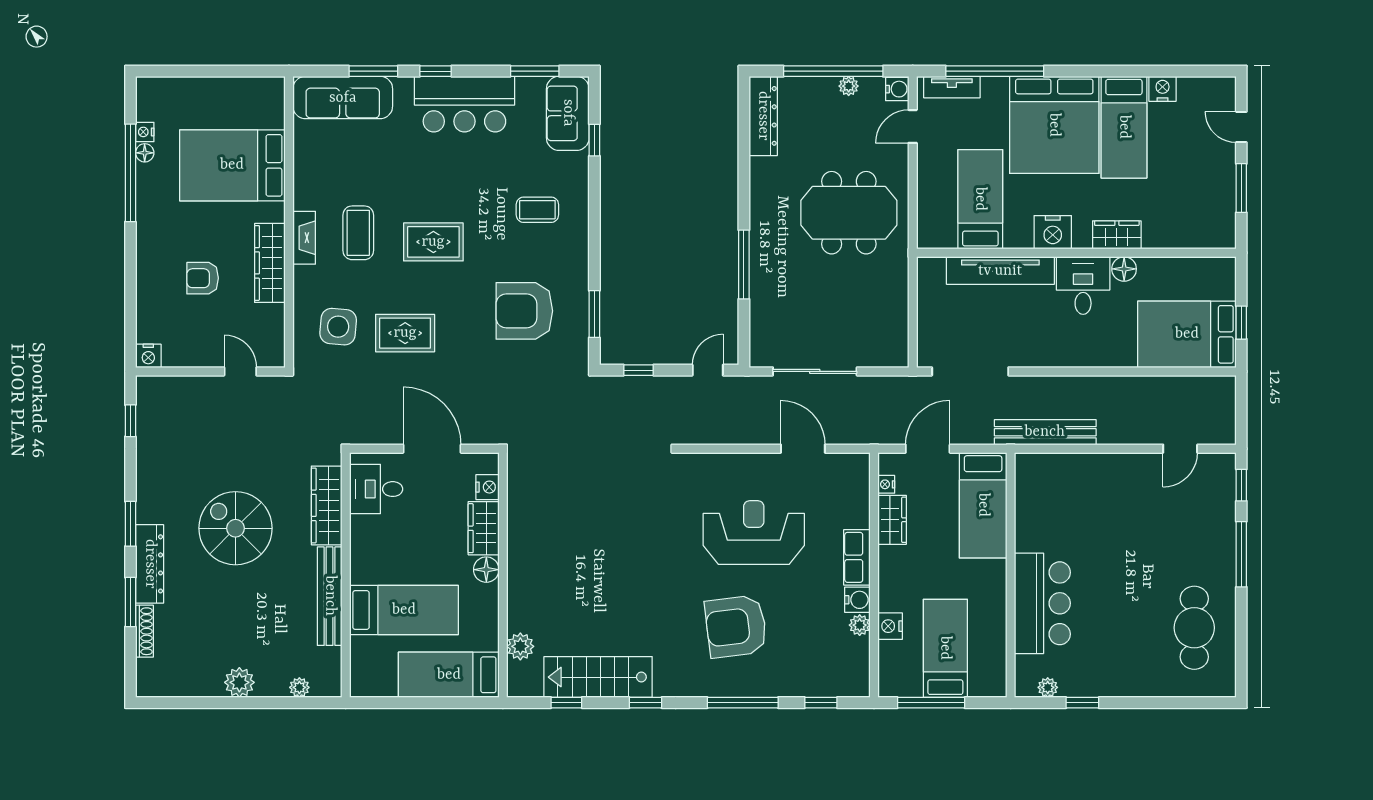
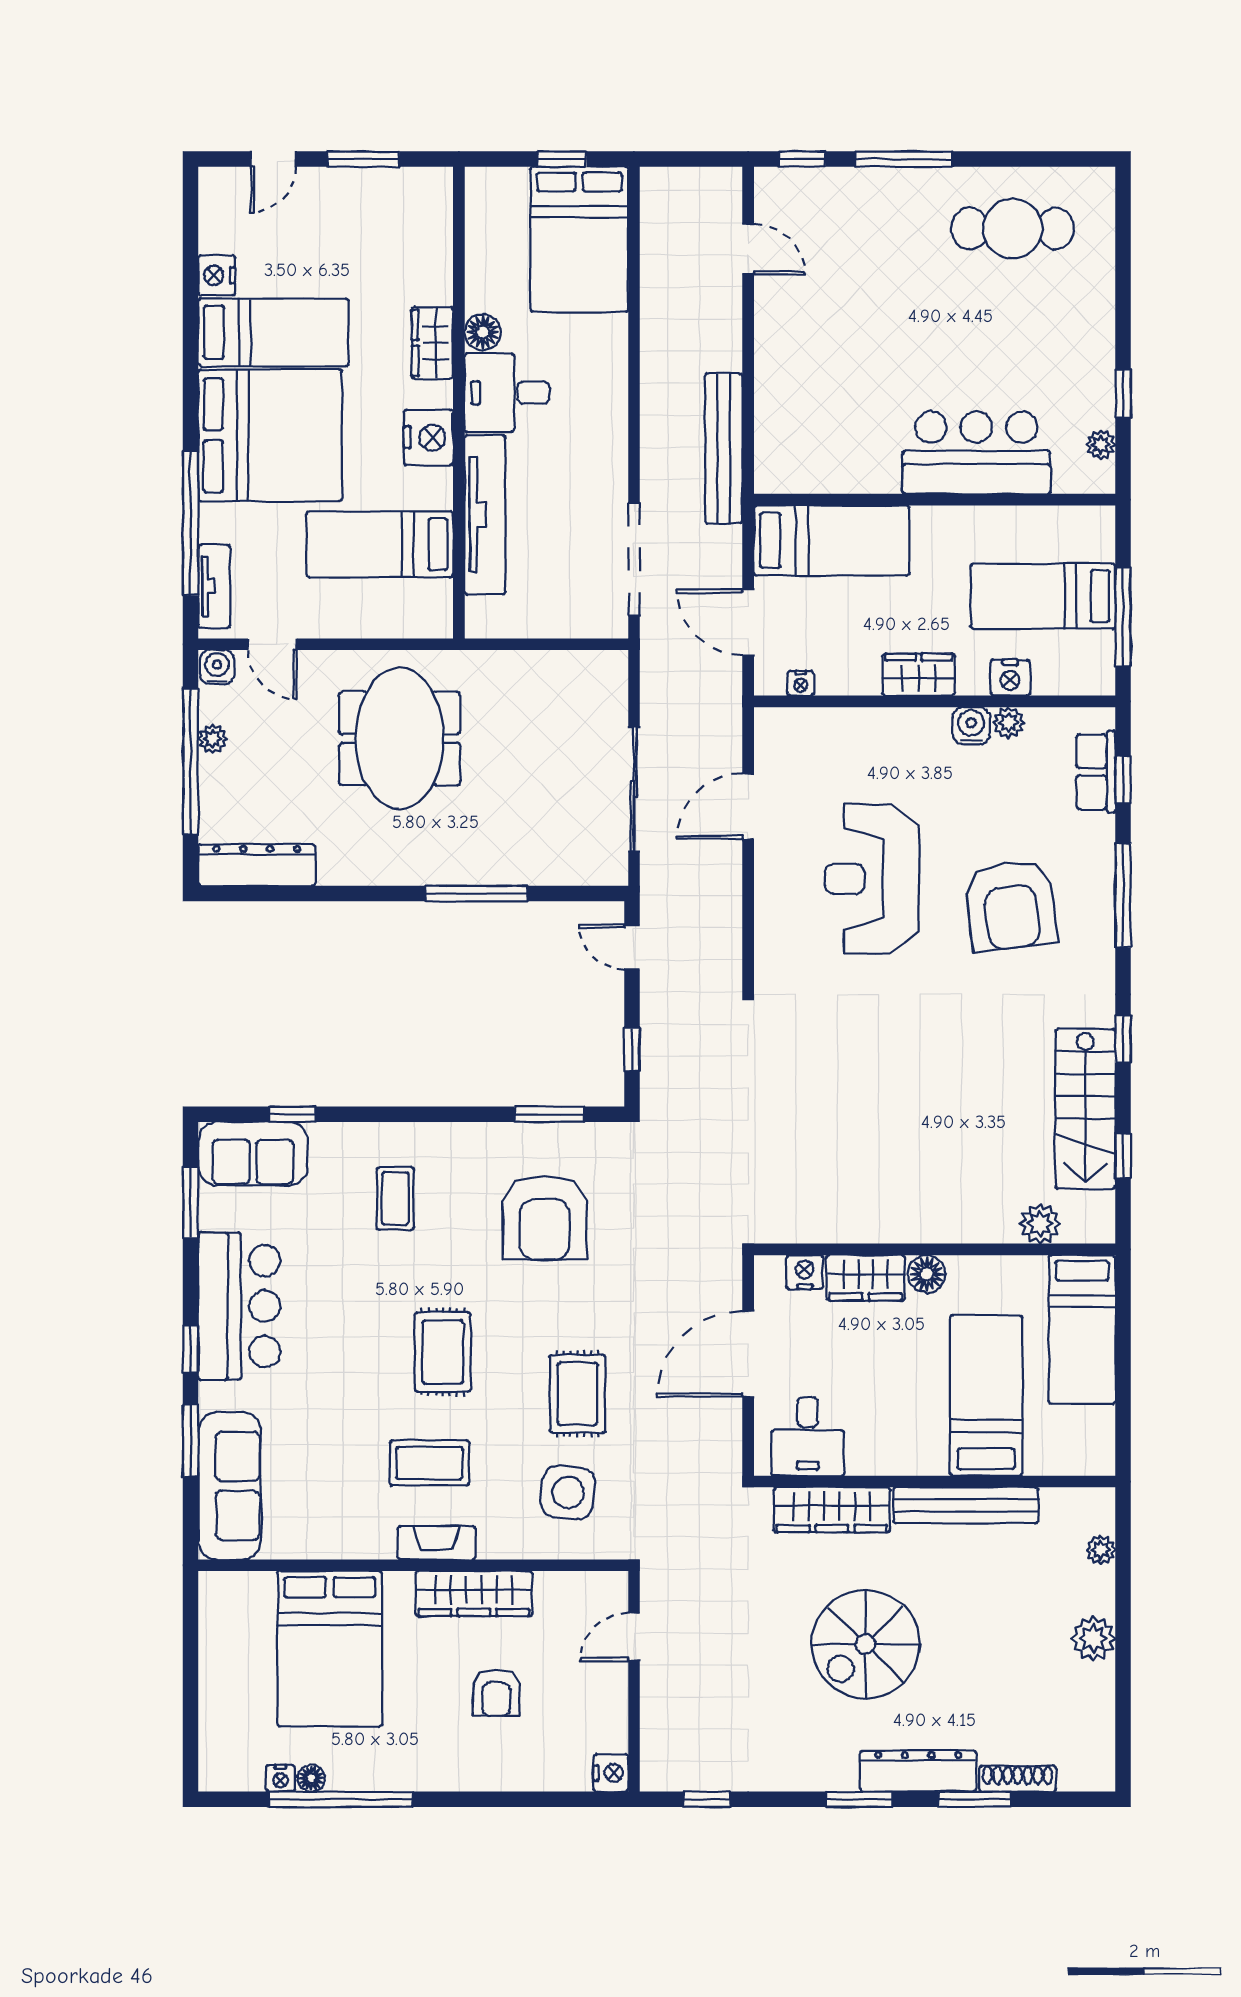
wardrobe: (892, 520) -> (919, 675), moved
row of seats: (857, 557) -> (1096, 772), moved, turned 90

